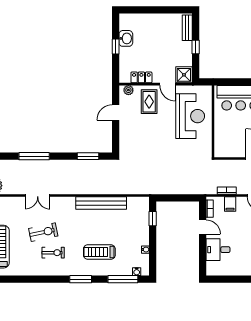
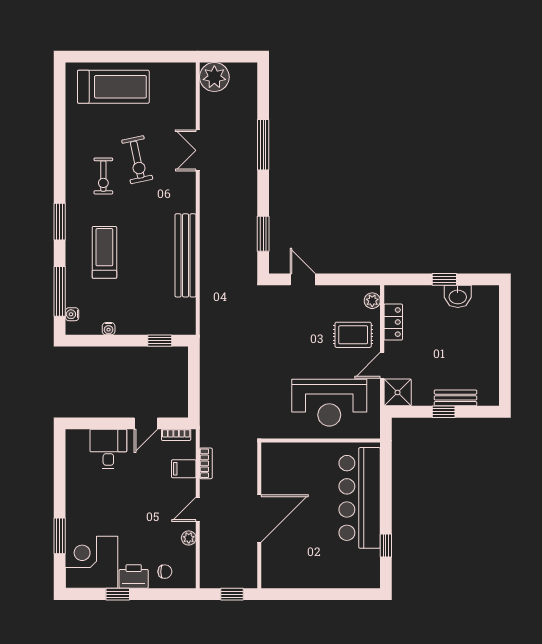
bench: (187, 28) -> (455, 398), moved
door: (116, 113) -> (303, 279), moved

